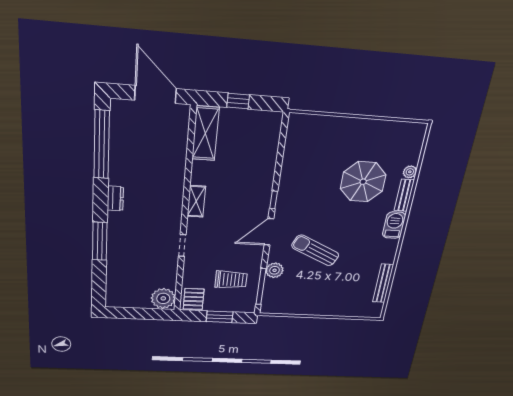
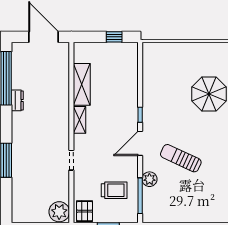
window: (238, 101) -> (114, 37), moved
shelving: (205, 133) -> (82, 84), moved
dresser: (115, 198) -> (17, 100), moved

